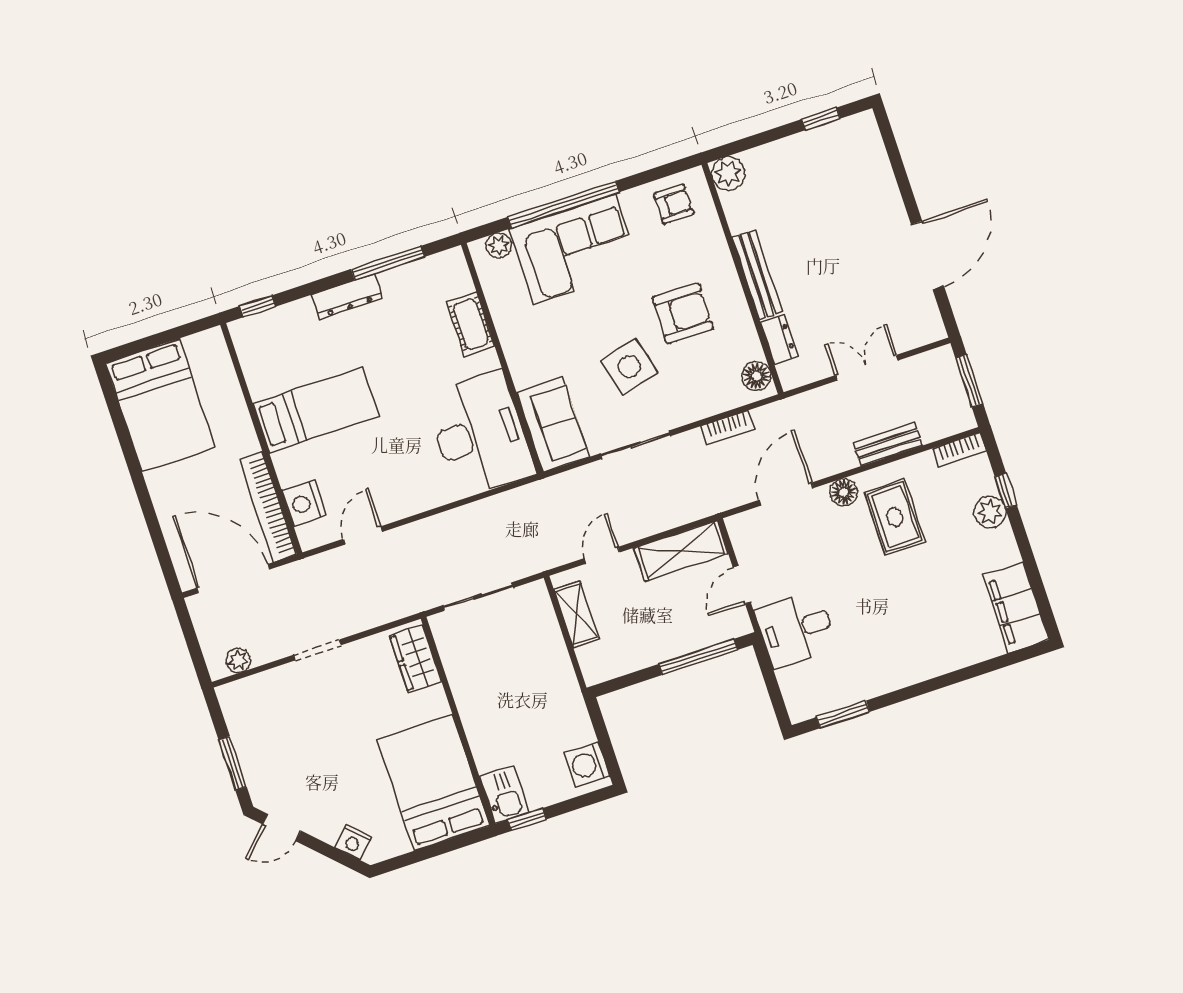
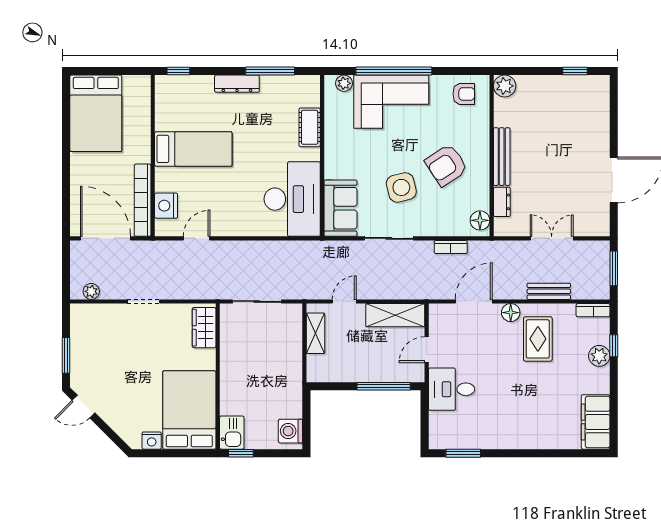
armchair: (683, 313) -> (446, 165), turned 146
nightstand: (353, 842) -> (152, 441), moved, turned -45

